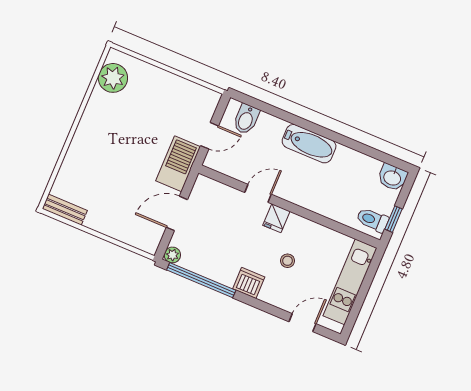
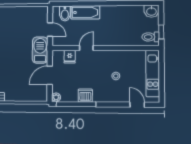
door: (210, 136) -> (50, 30), hinge flipped
bathtub: (309, 144) -> (85, 12), moved
fridge: (276, 218) -> (70, 57), moved
dishwasher: (249, 283) -> (85, 95), moved
door: (303, 323) -> (137, 105), hinge flipped

